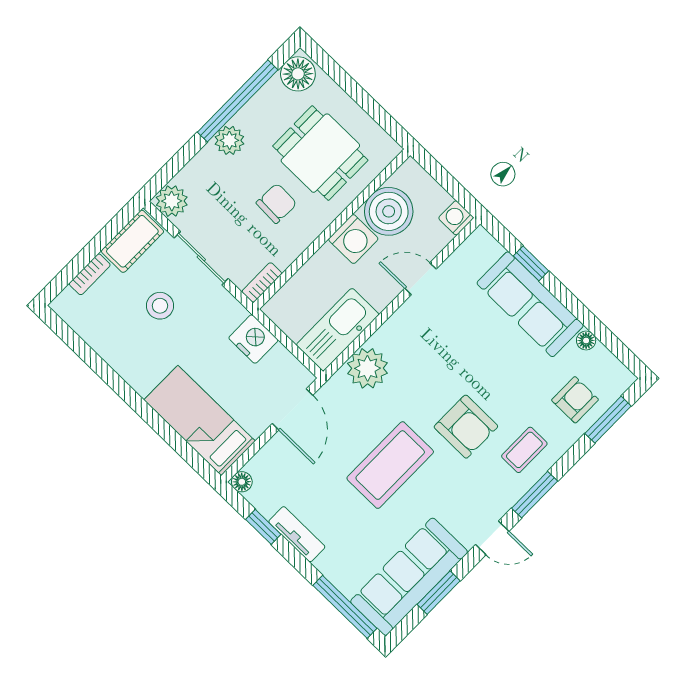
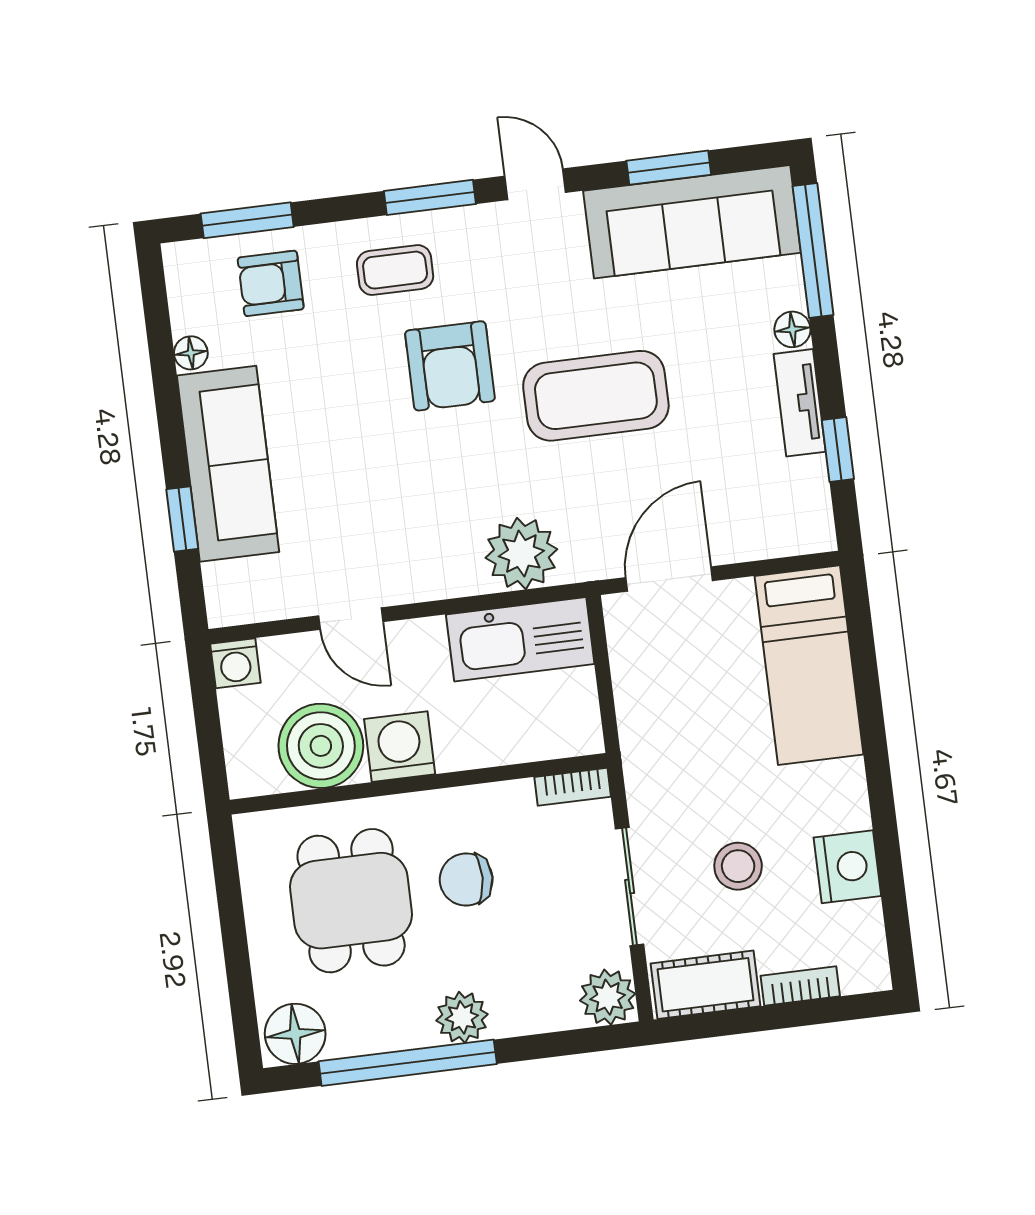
nightstand: (253, 339) -> (847, 867), moved, turned 180
armchair: (466, 427) -> (450, 366), turned 180
floor lamp: (242, 482) -> (792, 329), moved

